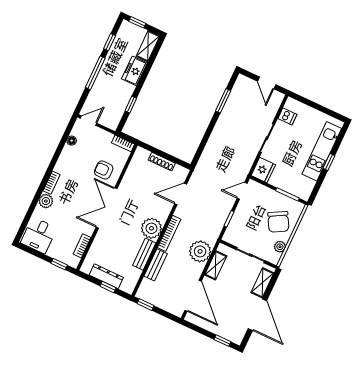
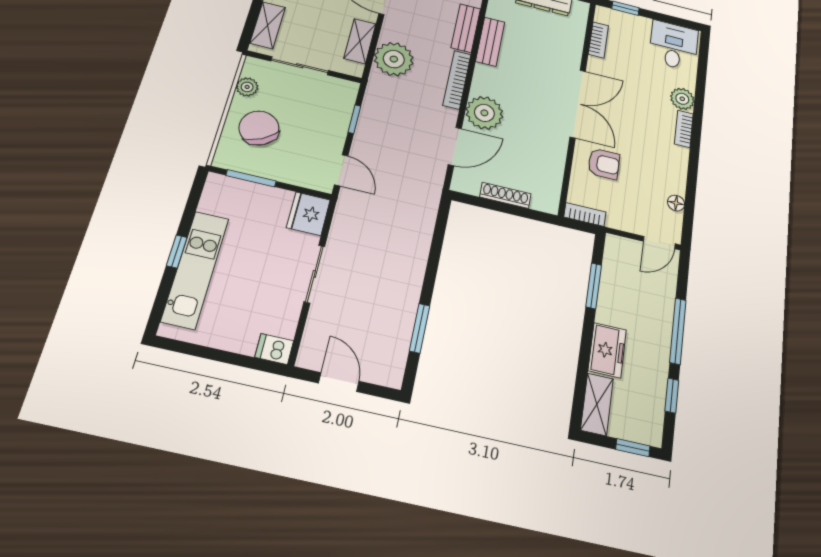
window: (131, 105) -> (594, 286), width x1.50
dishwasher: (287, 116) -> (274, 349), moved
door: (242, 191) -> (341, 170), hinge flipped
plant: (151, 228) -> (484, 113), moved

